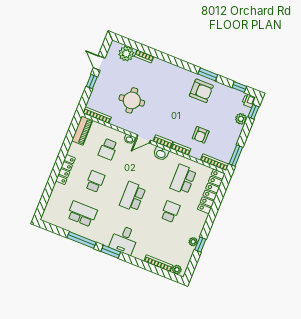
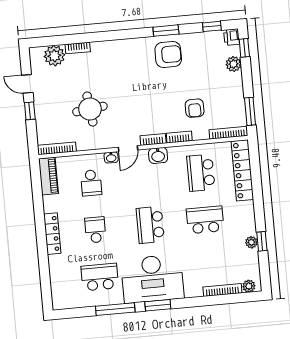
school desk: (170, 212) -> (205, 220), width x1.85
desk: (124, 240) -> (152, 279), width x1.87, depth x1.30

